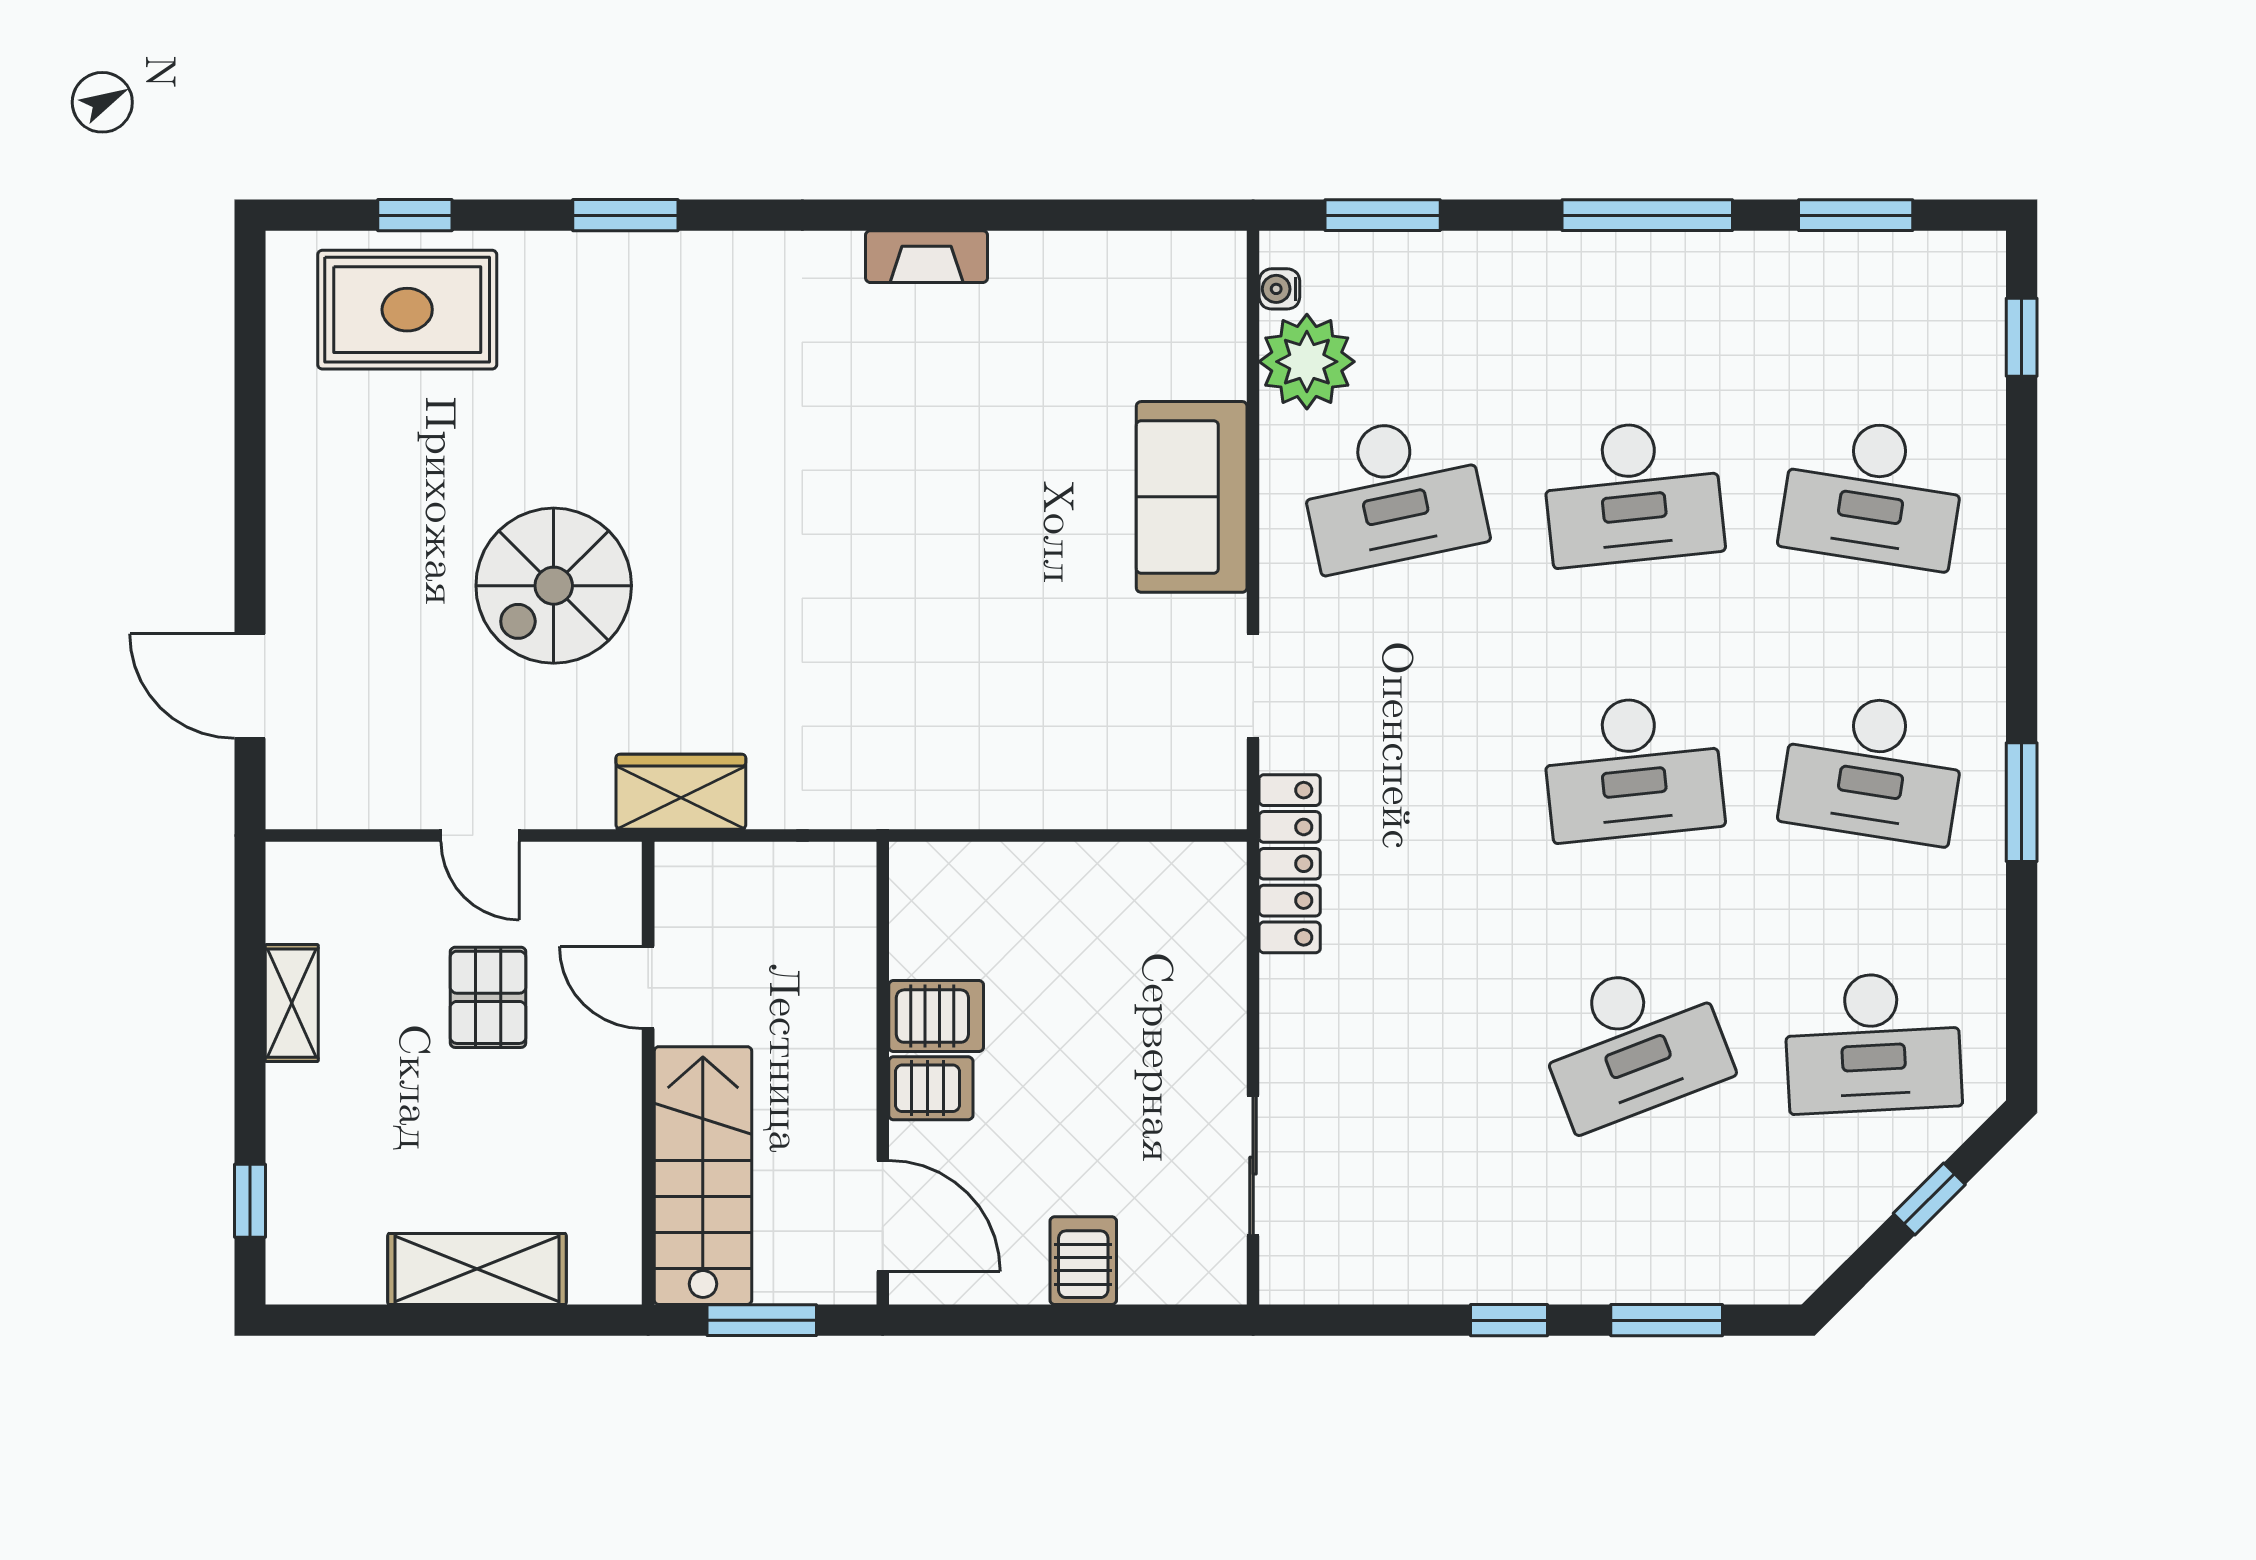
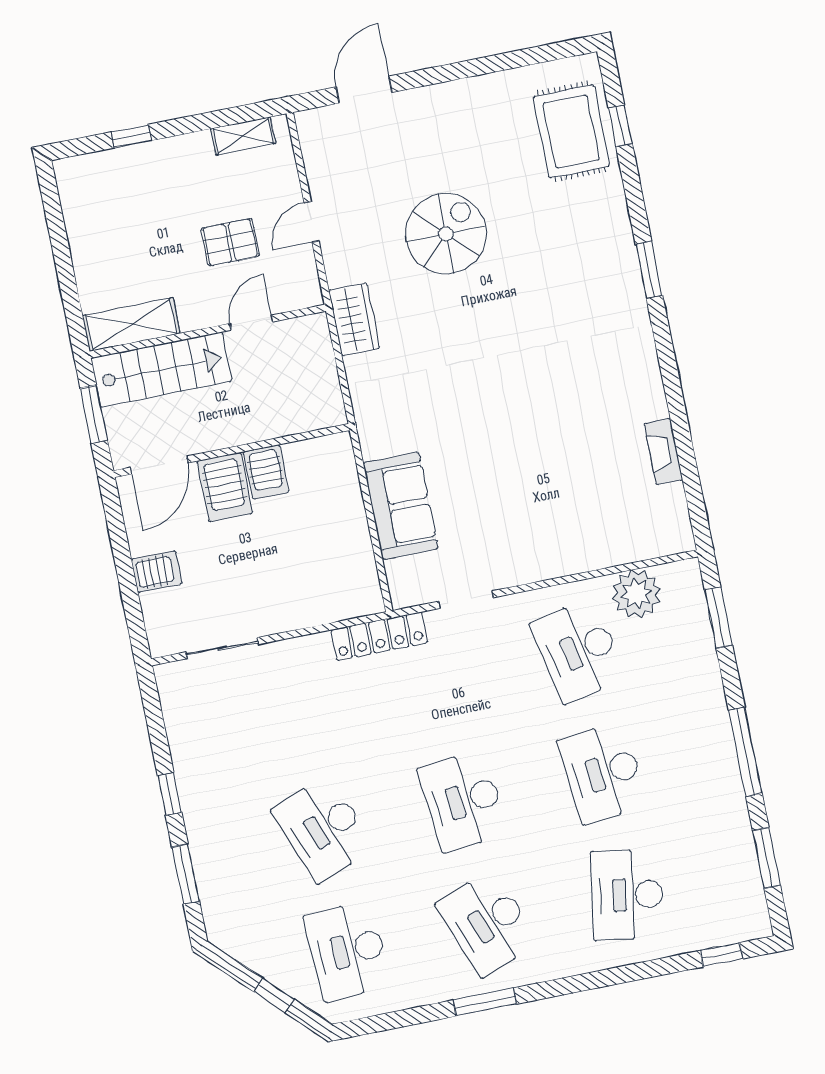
window: (625, 215) -> (649, 270), moved
fireplace: (927, 257) -> (663, 452), moved
water cooler: (1279, 289) -> (670, 573), removed
sofa: (1192, 497) -> (401, 506), moved, turned 90
spiral stairs: (554, 586) -> (446, 234), turned 90
desk: (1873, 768) -> (487, 923), turned -30
shelving: (292, 1003) -> (243, 136), moved
server rack: (931, 1088) -> (225, 487), width x1.36, depth x1.44
window: (250, 1201) -> (131, 136), moved
shelving: (477, 1269) -> (131, 324), moved, turned 90

